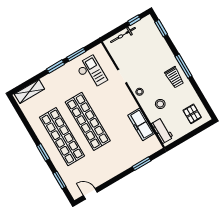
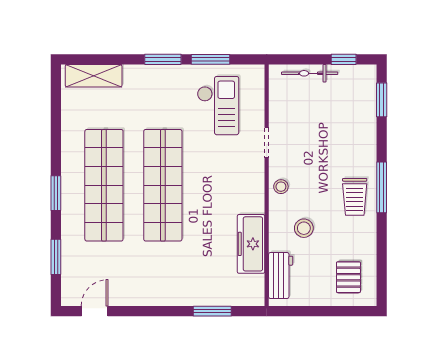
door: (90, 194) -> (95, 311), hinge flipped

